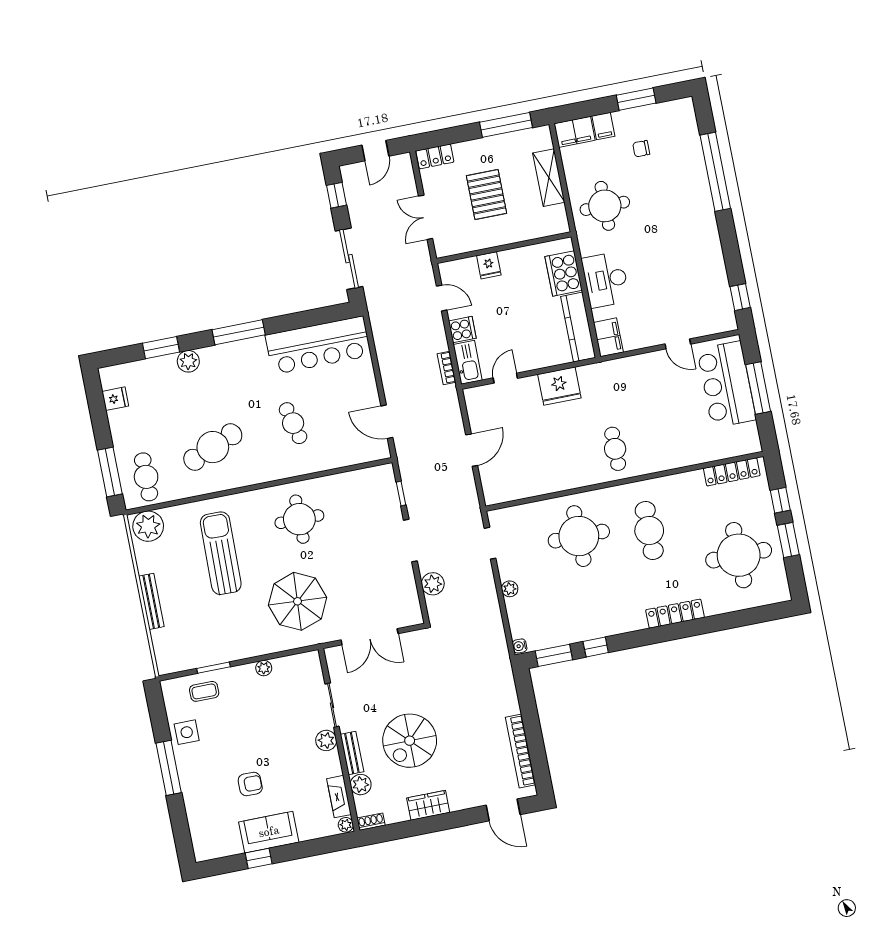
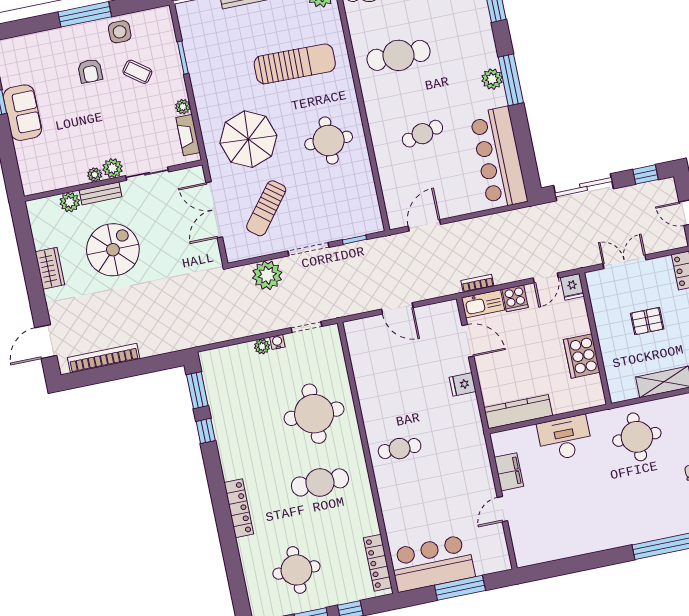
pallet: (486, 194) -> (647, 321), width x0.67, depth x0.71
fridge: (489, 265) -> (572, 287), moved, turned -90
cooker: (564, 273) -> (582, 356), moved, turned -90
window: (740, 297) -> (549, 570), removed
filing cabinet: (608, 337) -> (509, 472), moved, turned -90
plant: (188, 361) -> (492, 79), moved
door: (505, 378) -> (468, 341), width x1.38
bar counter: (727, 385) -> (432, 563), moved
fridge: (559, 386) -> (463, 384), width x0.53, depth x0.75
cafe table: (213, 447) -> (398, 55), turned -67
round table: (739, 555) -> (296, 570), width x0.73, depth x0.73
sun lounger: (368, 583) -> (266, 208), added
plant: (433, 584) -> (267, 275), width x1.36, depth x1.36
water cooler: (520, 646) -> (277, 342), moved
coffee table: (204, 691) -> (137, 72), moved, turned -53
spiral stairs: (410, 741) -> (113, 250), turned 90
armchair: (250, 784) -> (90, 71), moved
fireplace: (339, 797) -> (188, 135), moved, turned -90
shoe rack: (371, 822) -> (33, 212), removed
plant: (346, 825) -> (95, 175), moved

